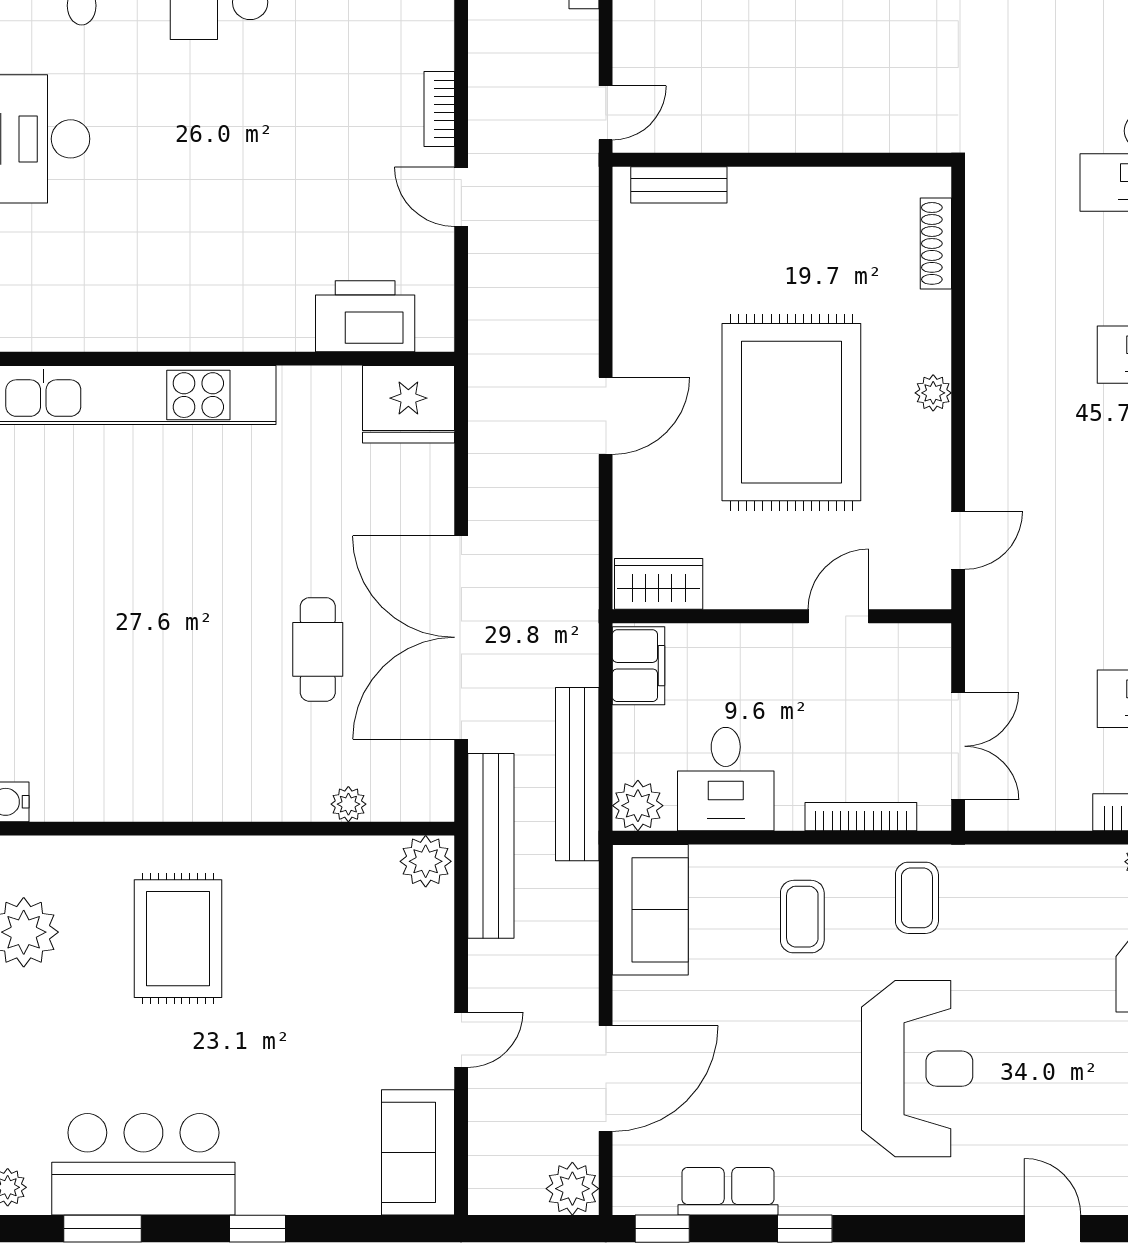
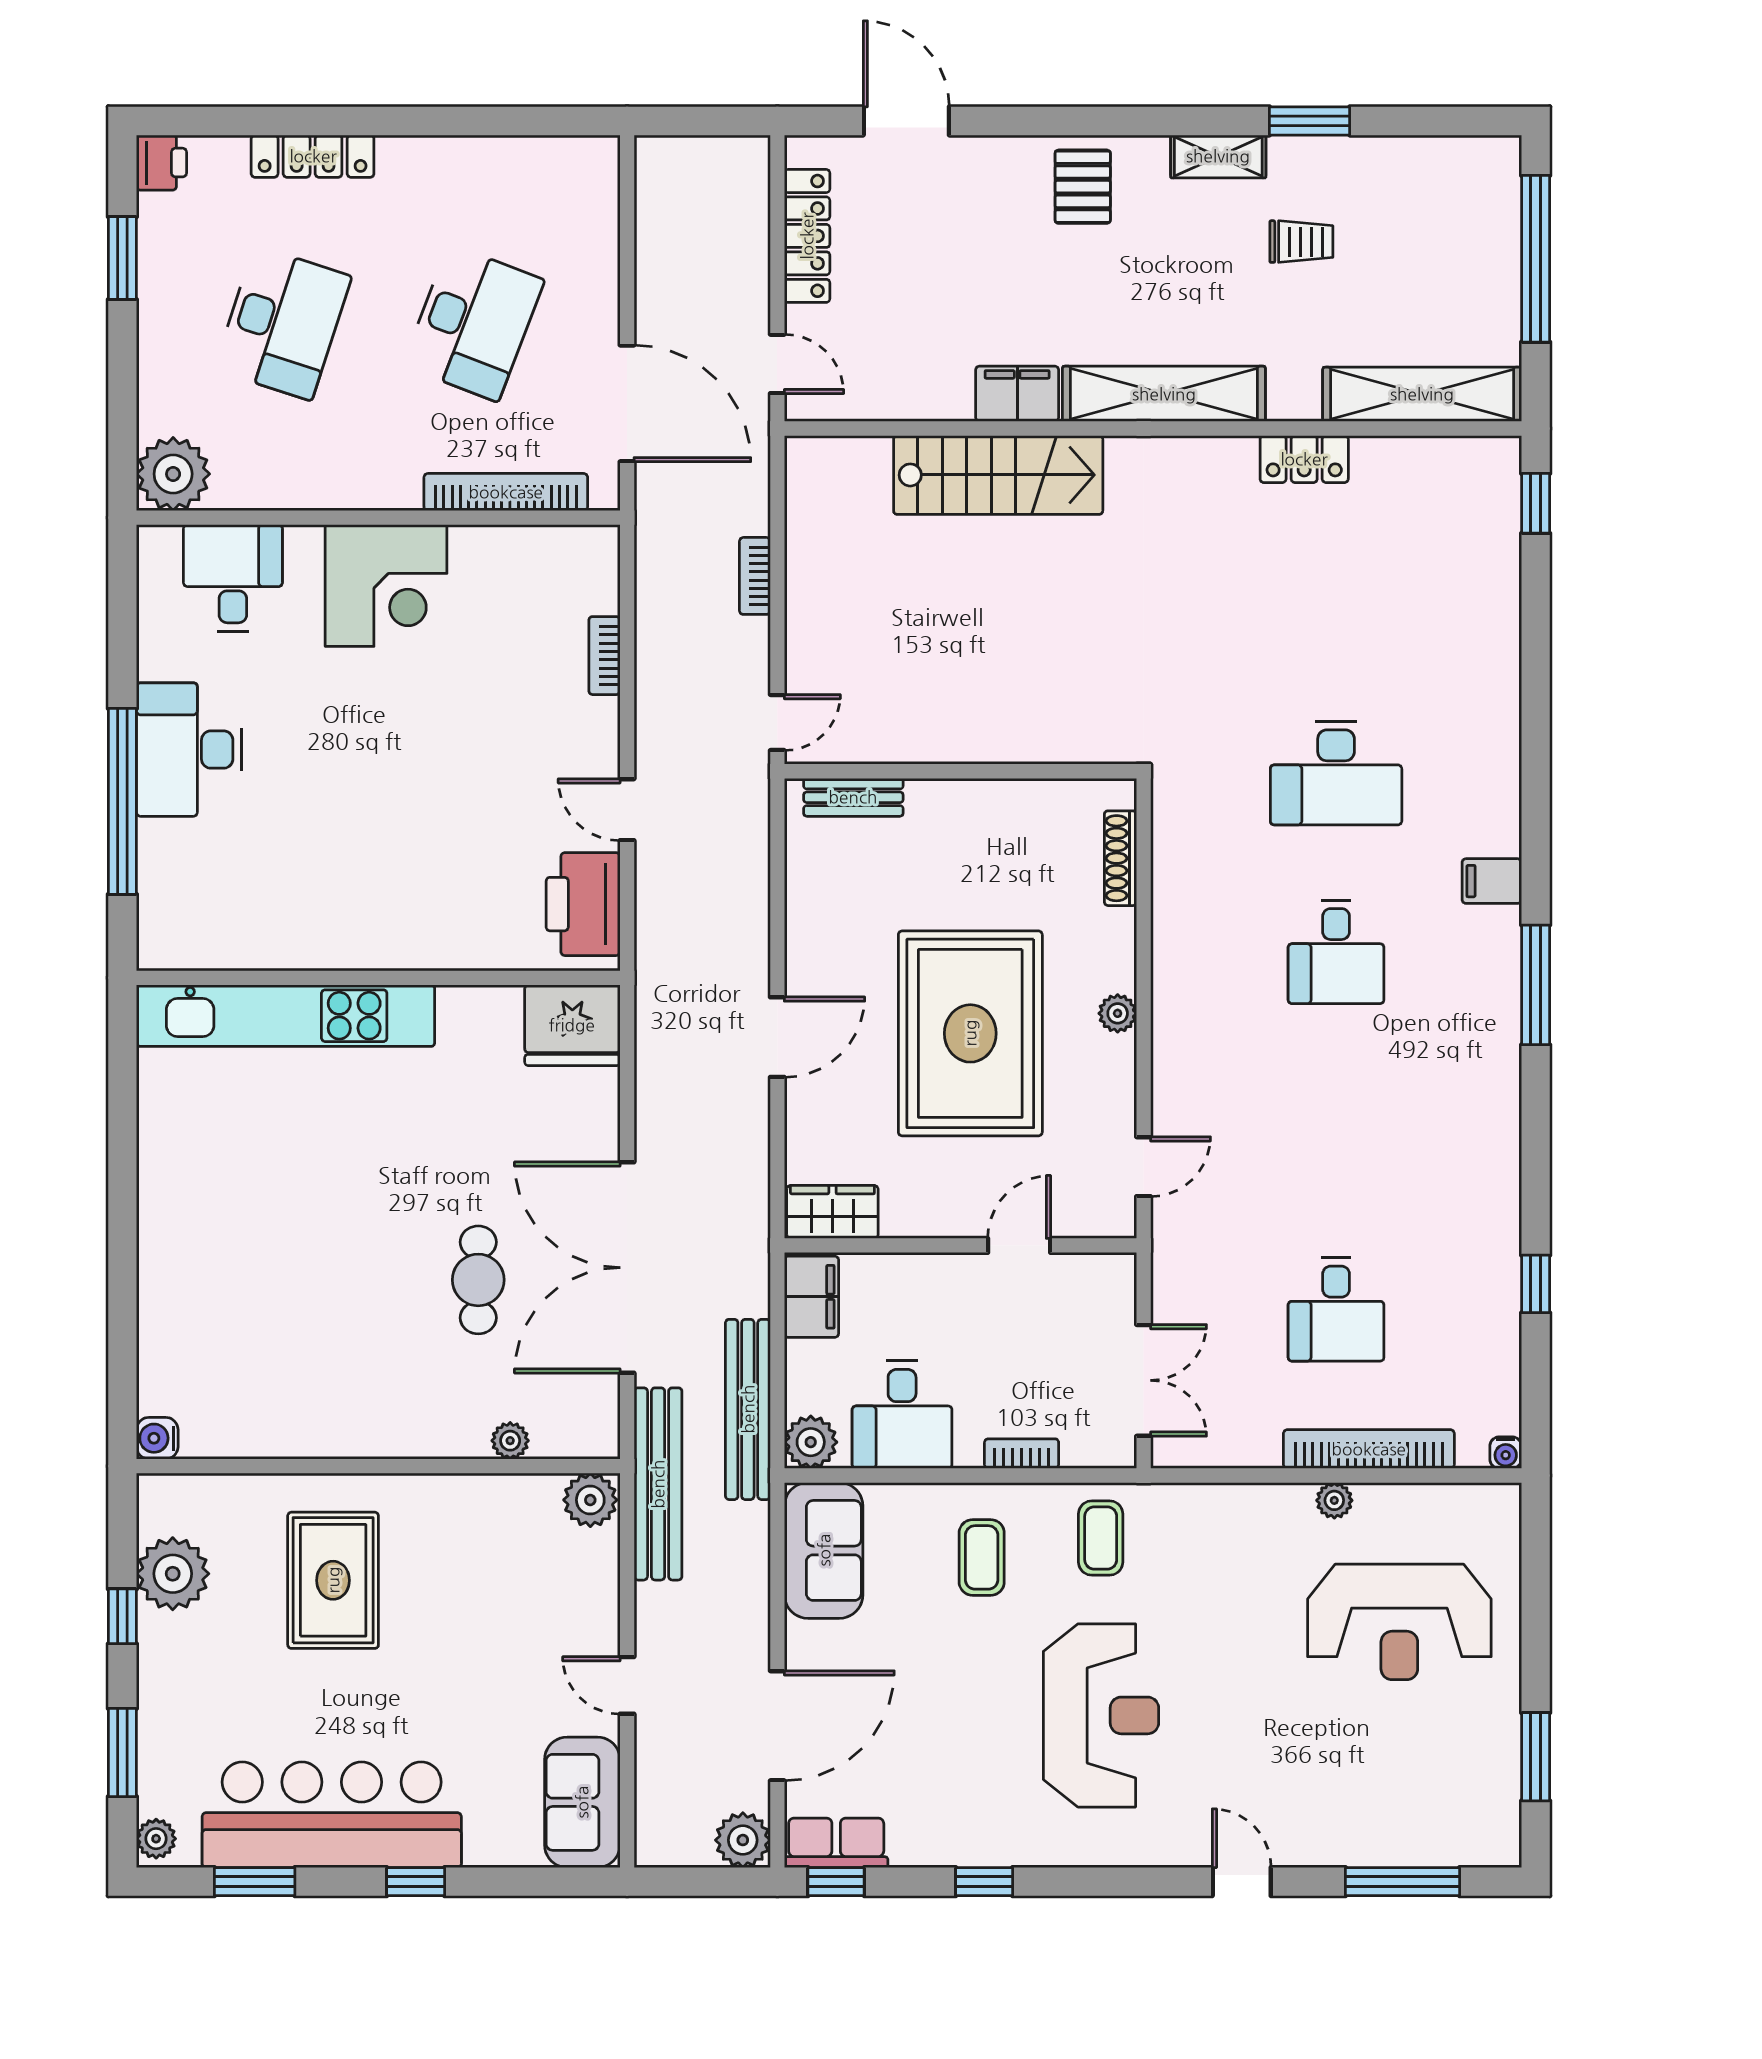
bookcase: (439, 109) -> (604, 656), moved
printer: (365, 316) -> (583, 904), moved, turned -90
bookcase: (861, 817) -> (1022, 1454), width x0.64
door: (461, 1040) -> (627, 1685), swing flipped
bar counter: (143, 1164) -> (332, 1815), width x1.36
row of seats: (728, 1191) -> (836, 1843), moved

